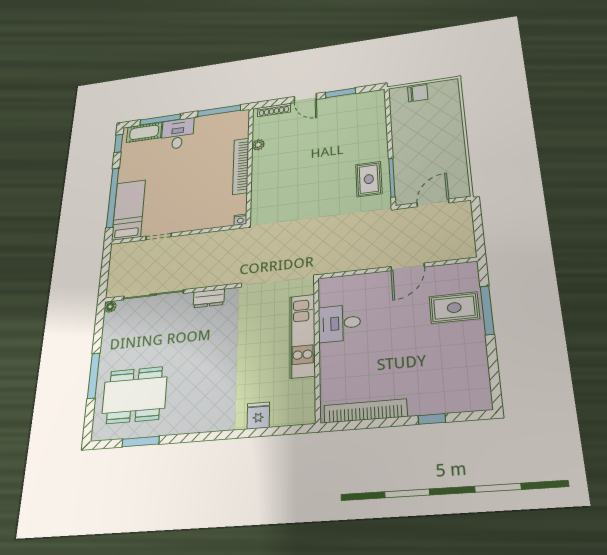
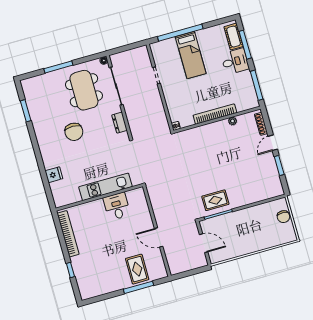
window: (118, 143) -> (223, 21), removed
bed: (129, 210) -> (191, 55), moved, turned 90
chair: (200, 370) -> (74, 132), added
dining table: (135, 395) -> (84, 90), moved

